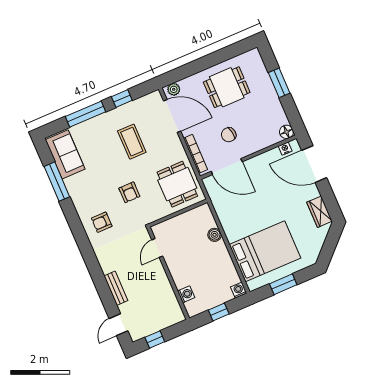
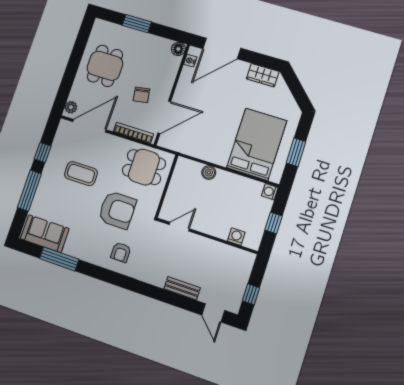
armchair: (129, 192) -> (117, 210), width x1.88, depth x1.88
door: (157, 248) -> (179, 227), swing flipped

